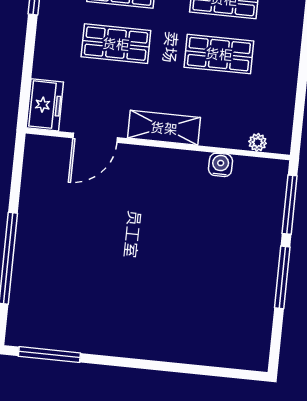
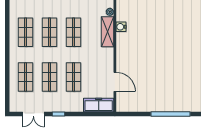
freezer: (45, 105) -> (99, 105), width x1.40
shelving: (164, 128) -> (108, 32), moved

